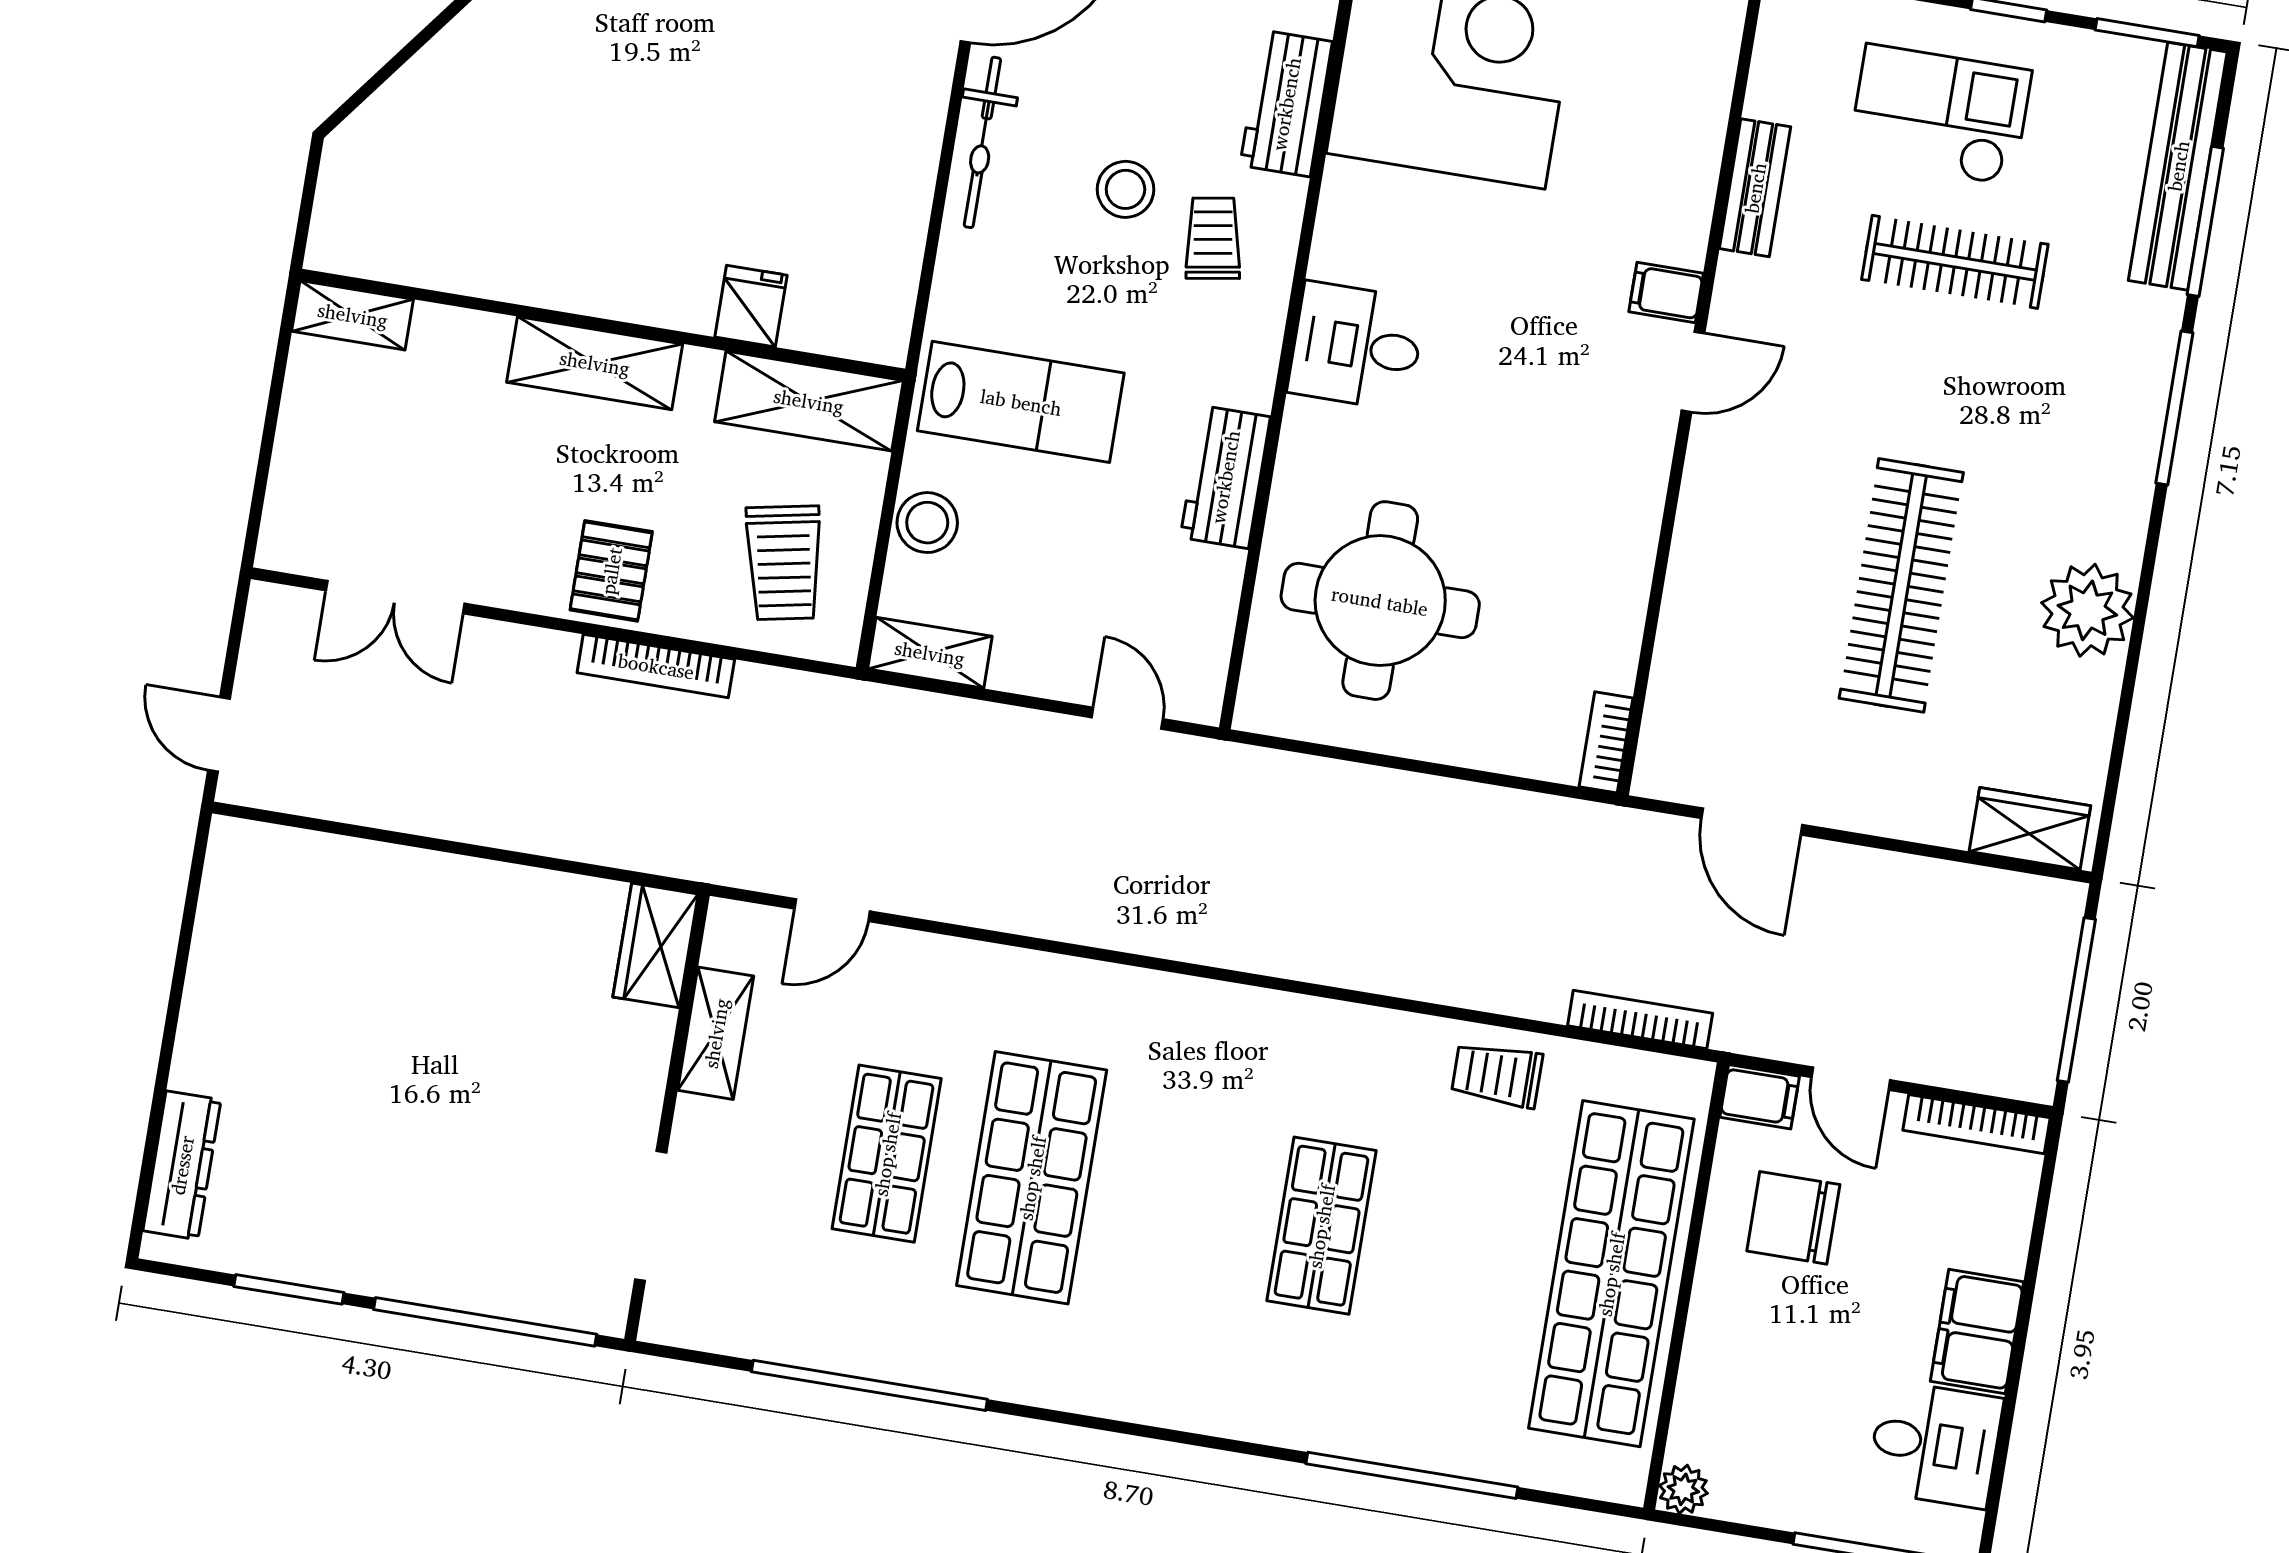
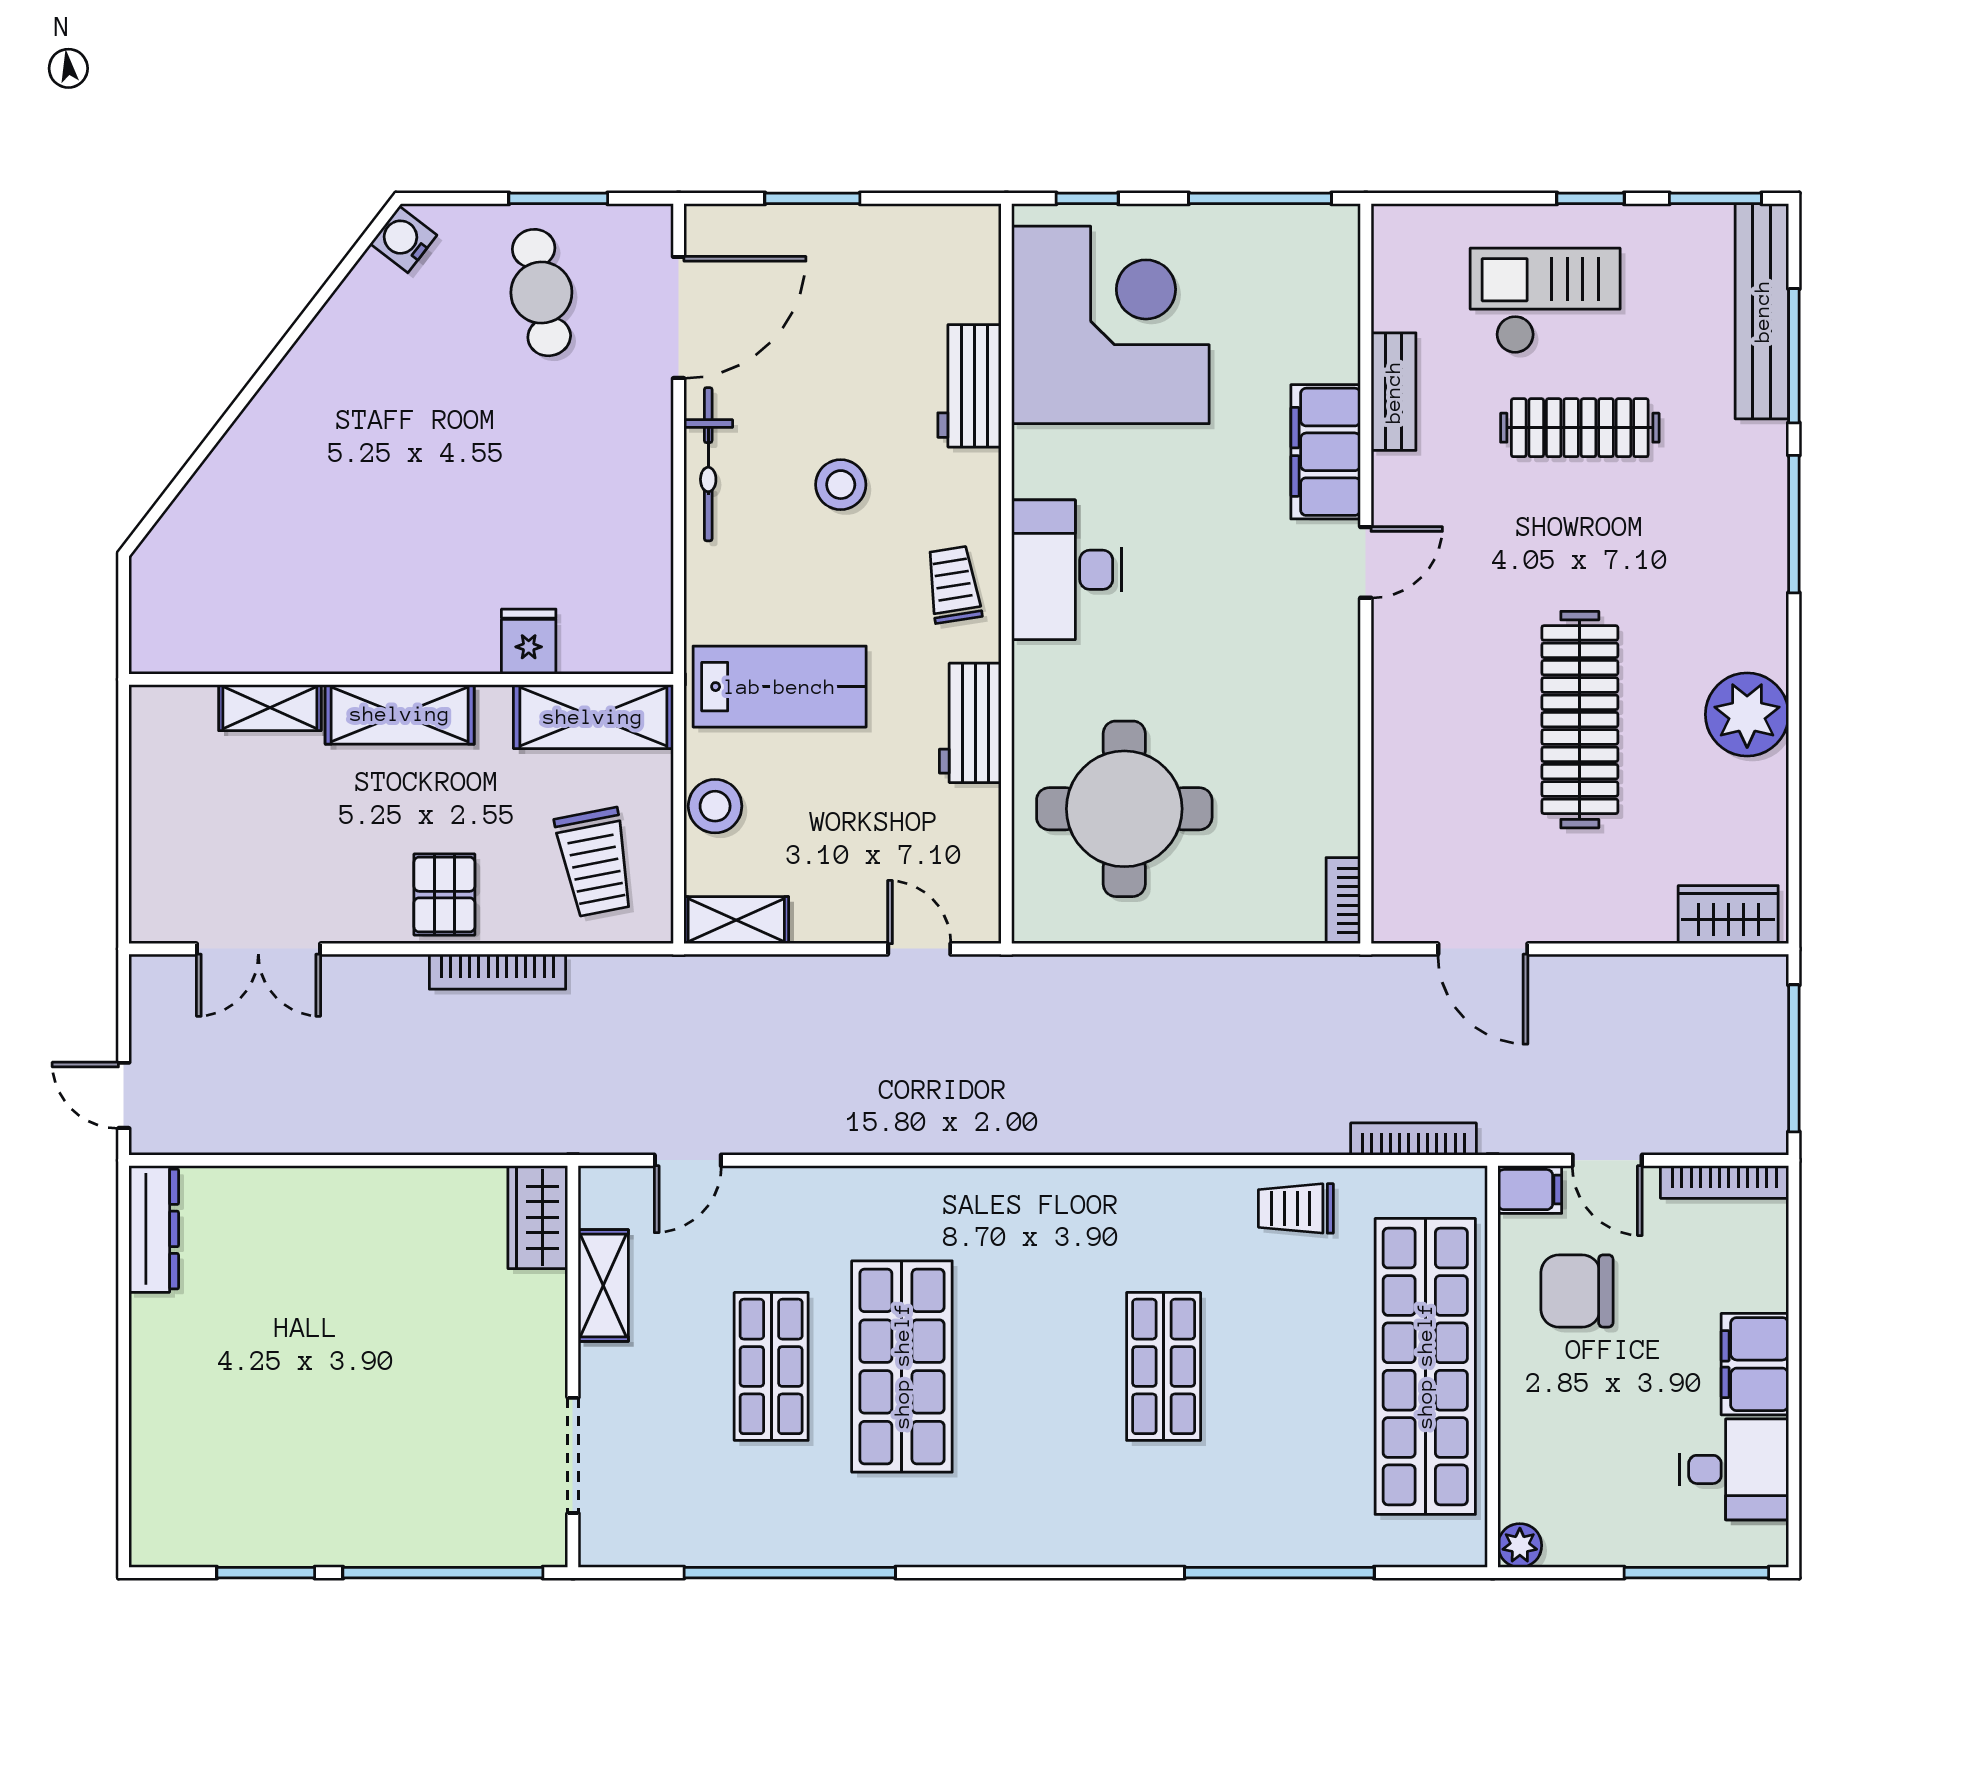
trolley: (1213, 238) -> (953, 585), moved
filing cabinet: (1666, 292) -> (1326, 452), width x3.00, depth x1.17
shelving: (353, 315) -> (270, 708), moved
desk: (1357, 346) -> (1067, 570), width x1.37
dresser: (182, 1165) -> (154, 1229), moved

